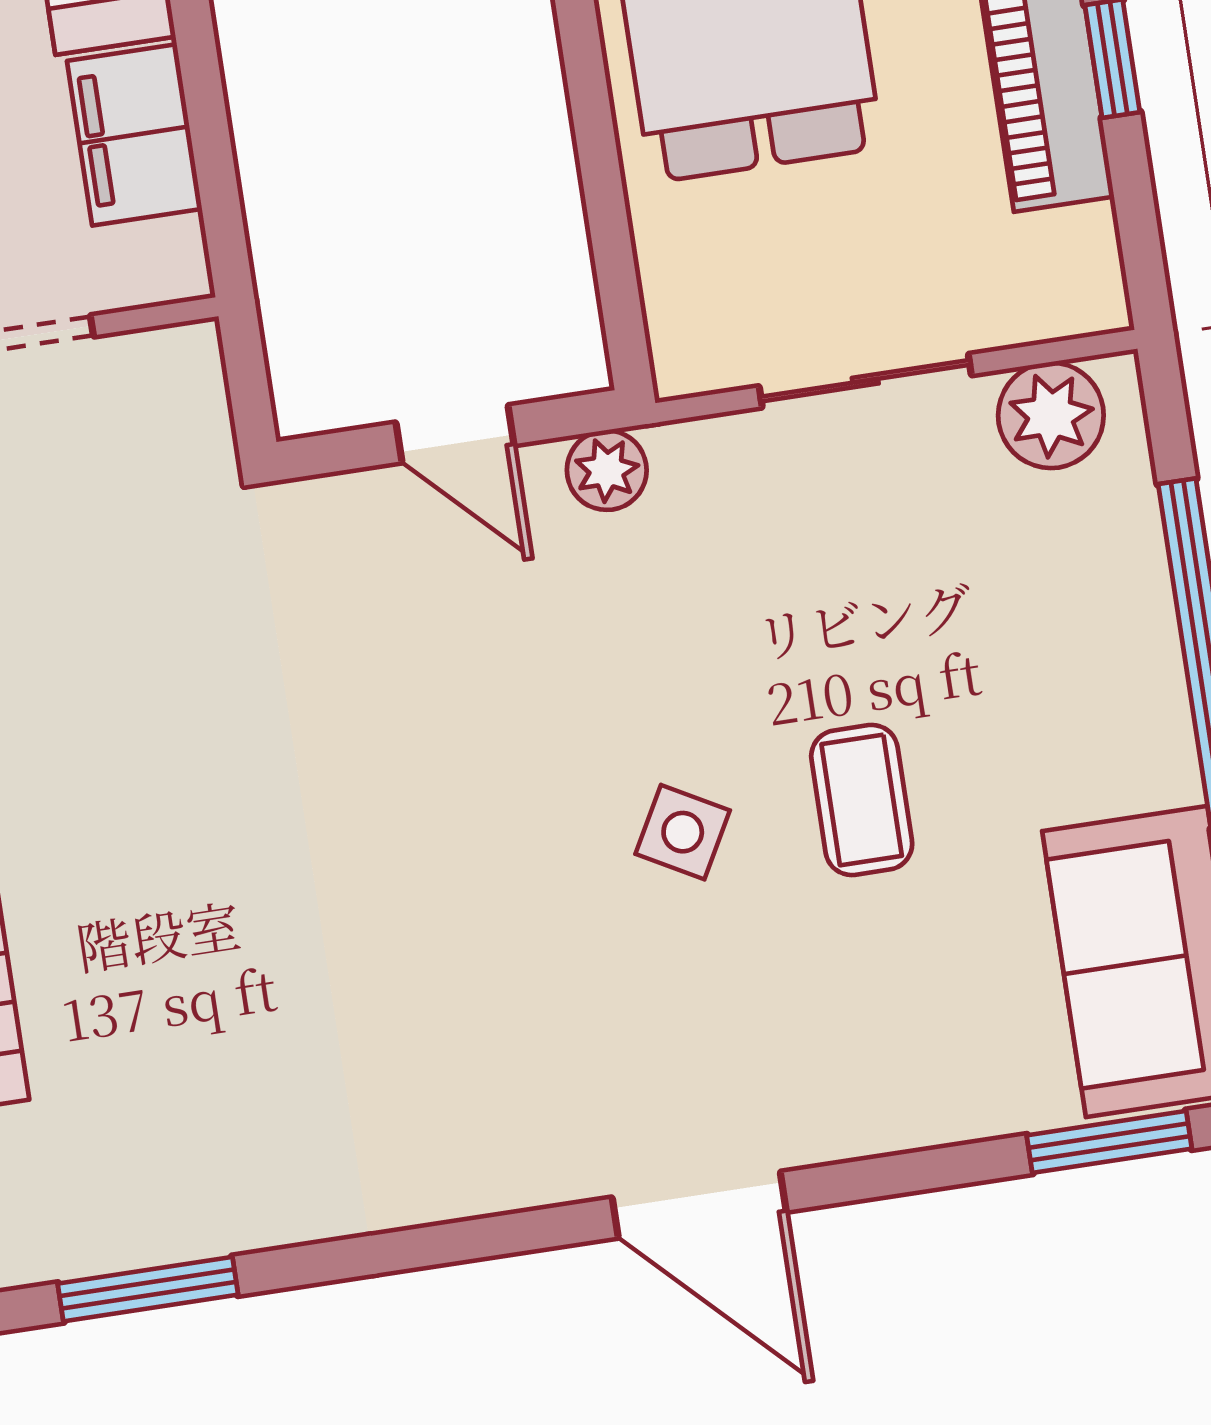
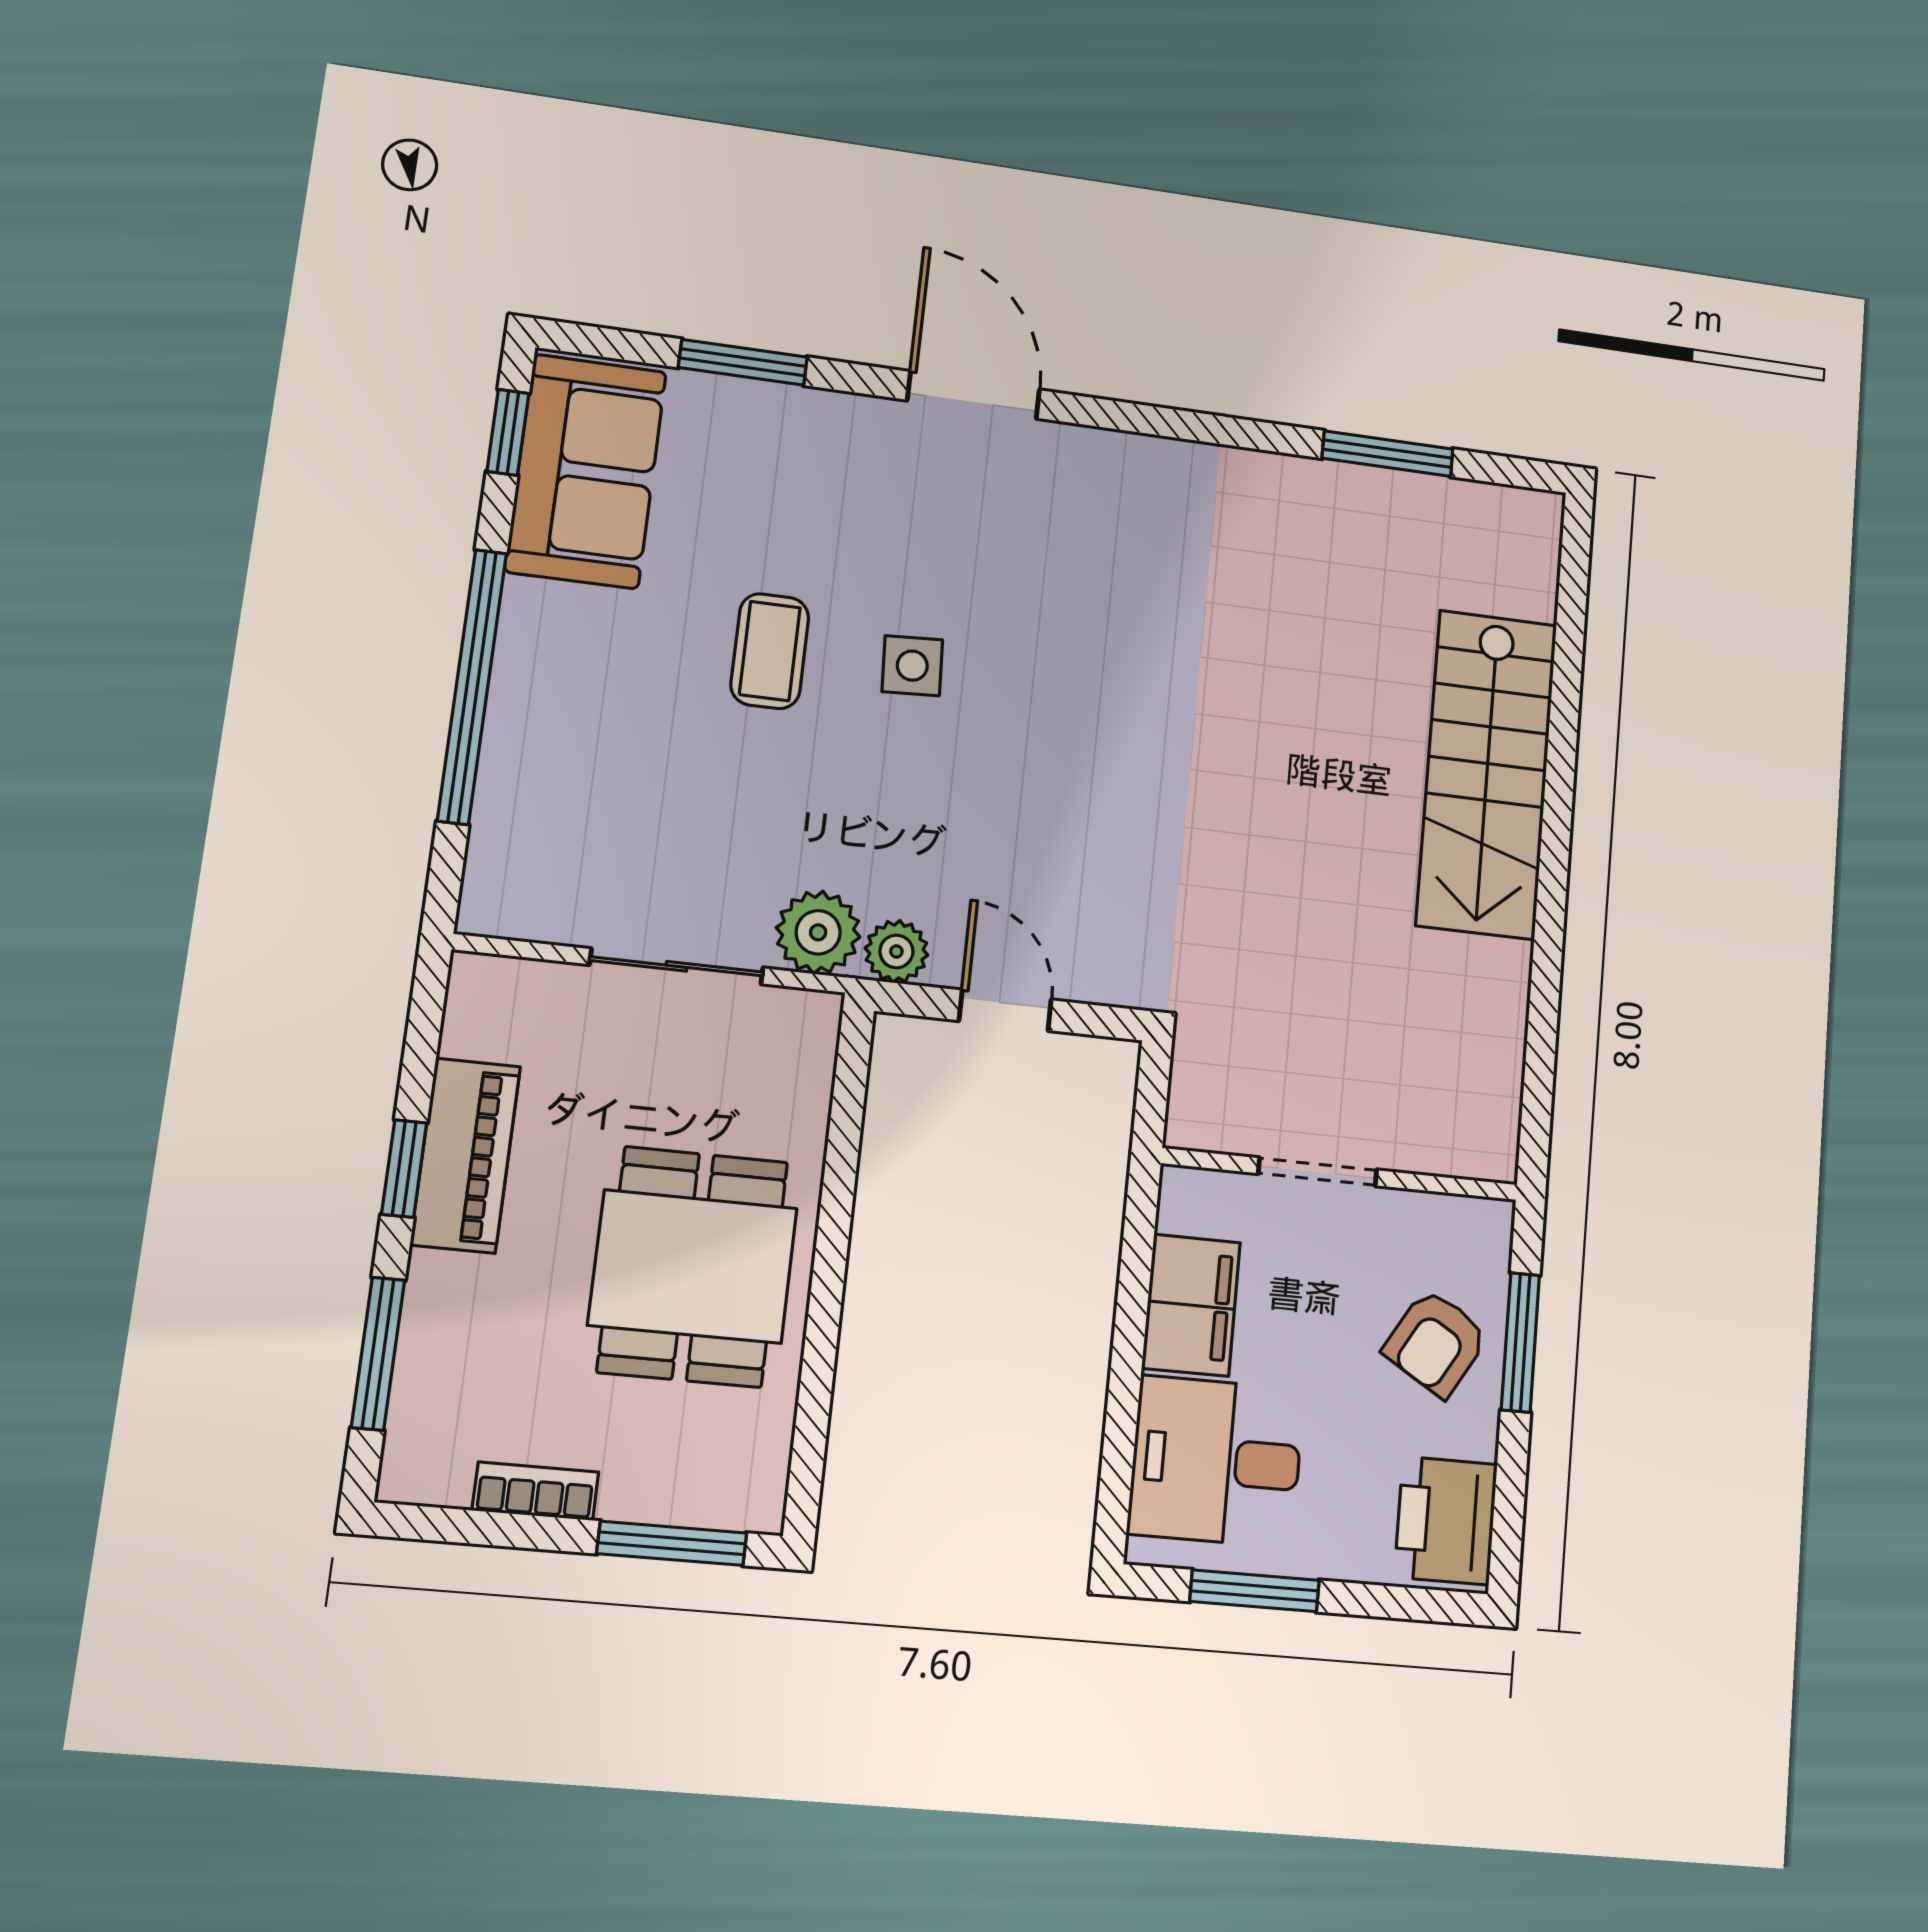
plant: (1051, 415) -> (818, 932), moved
side table: (683, 832) -> (912, 666), turned -32
window: (1109, 1142) -> (743, 362), moved

